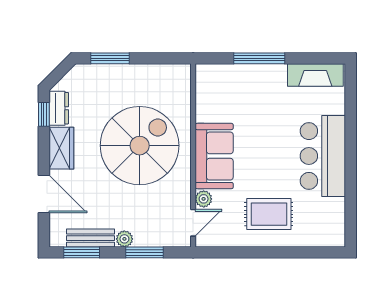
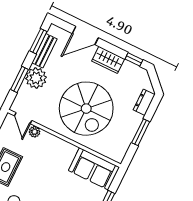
window: (110, 58) -> (141, 132), moved
dresser: (59, 108) -> (144, 102), moved, turned 90
sofa: (214, 156) -> (94, 169), moved
plant: (124, 239) -> (36, 78), width x1.88, depth x1.88

